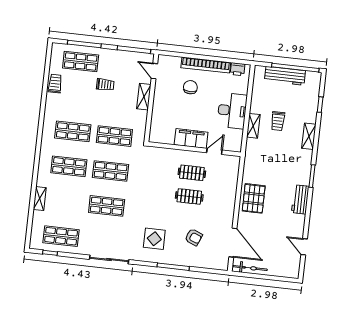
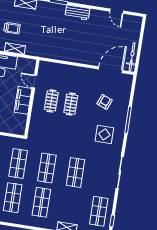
pallet: (254, 198) -> (75, 51), removed
door: (304, 247) -> (117, 11), hinge flipped

